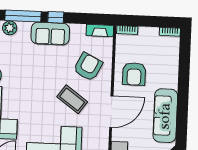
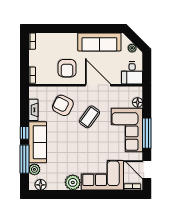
fireplace: (100, 30) -> (33, 110), moved
sofa: (50, 34) -> (38, 142), width x1.36
armchair: (134, 74) -> (67, 68), turned 90

